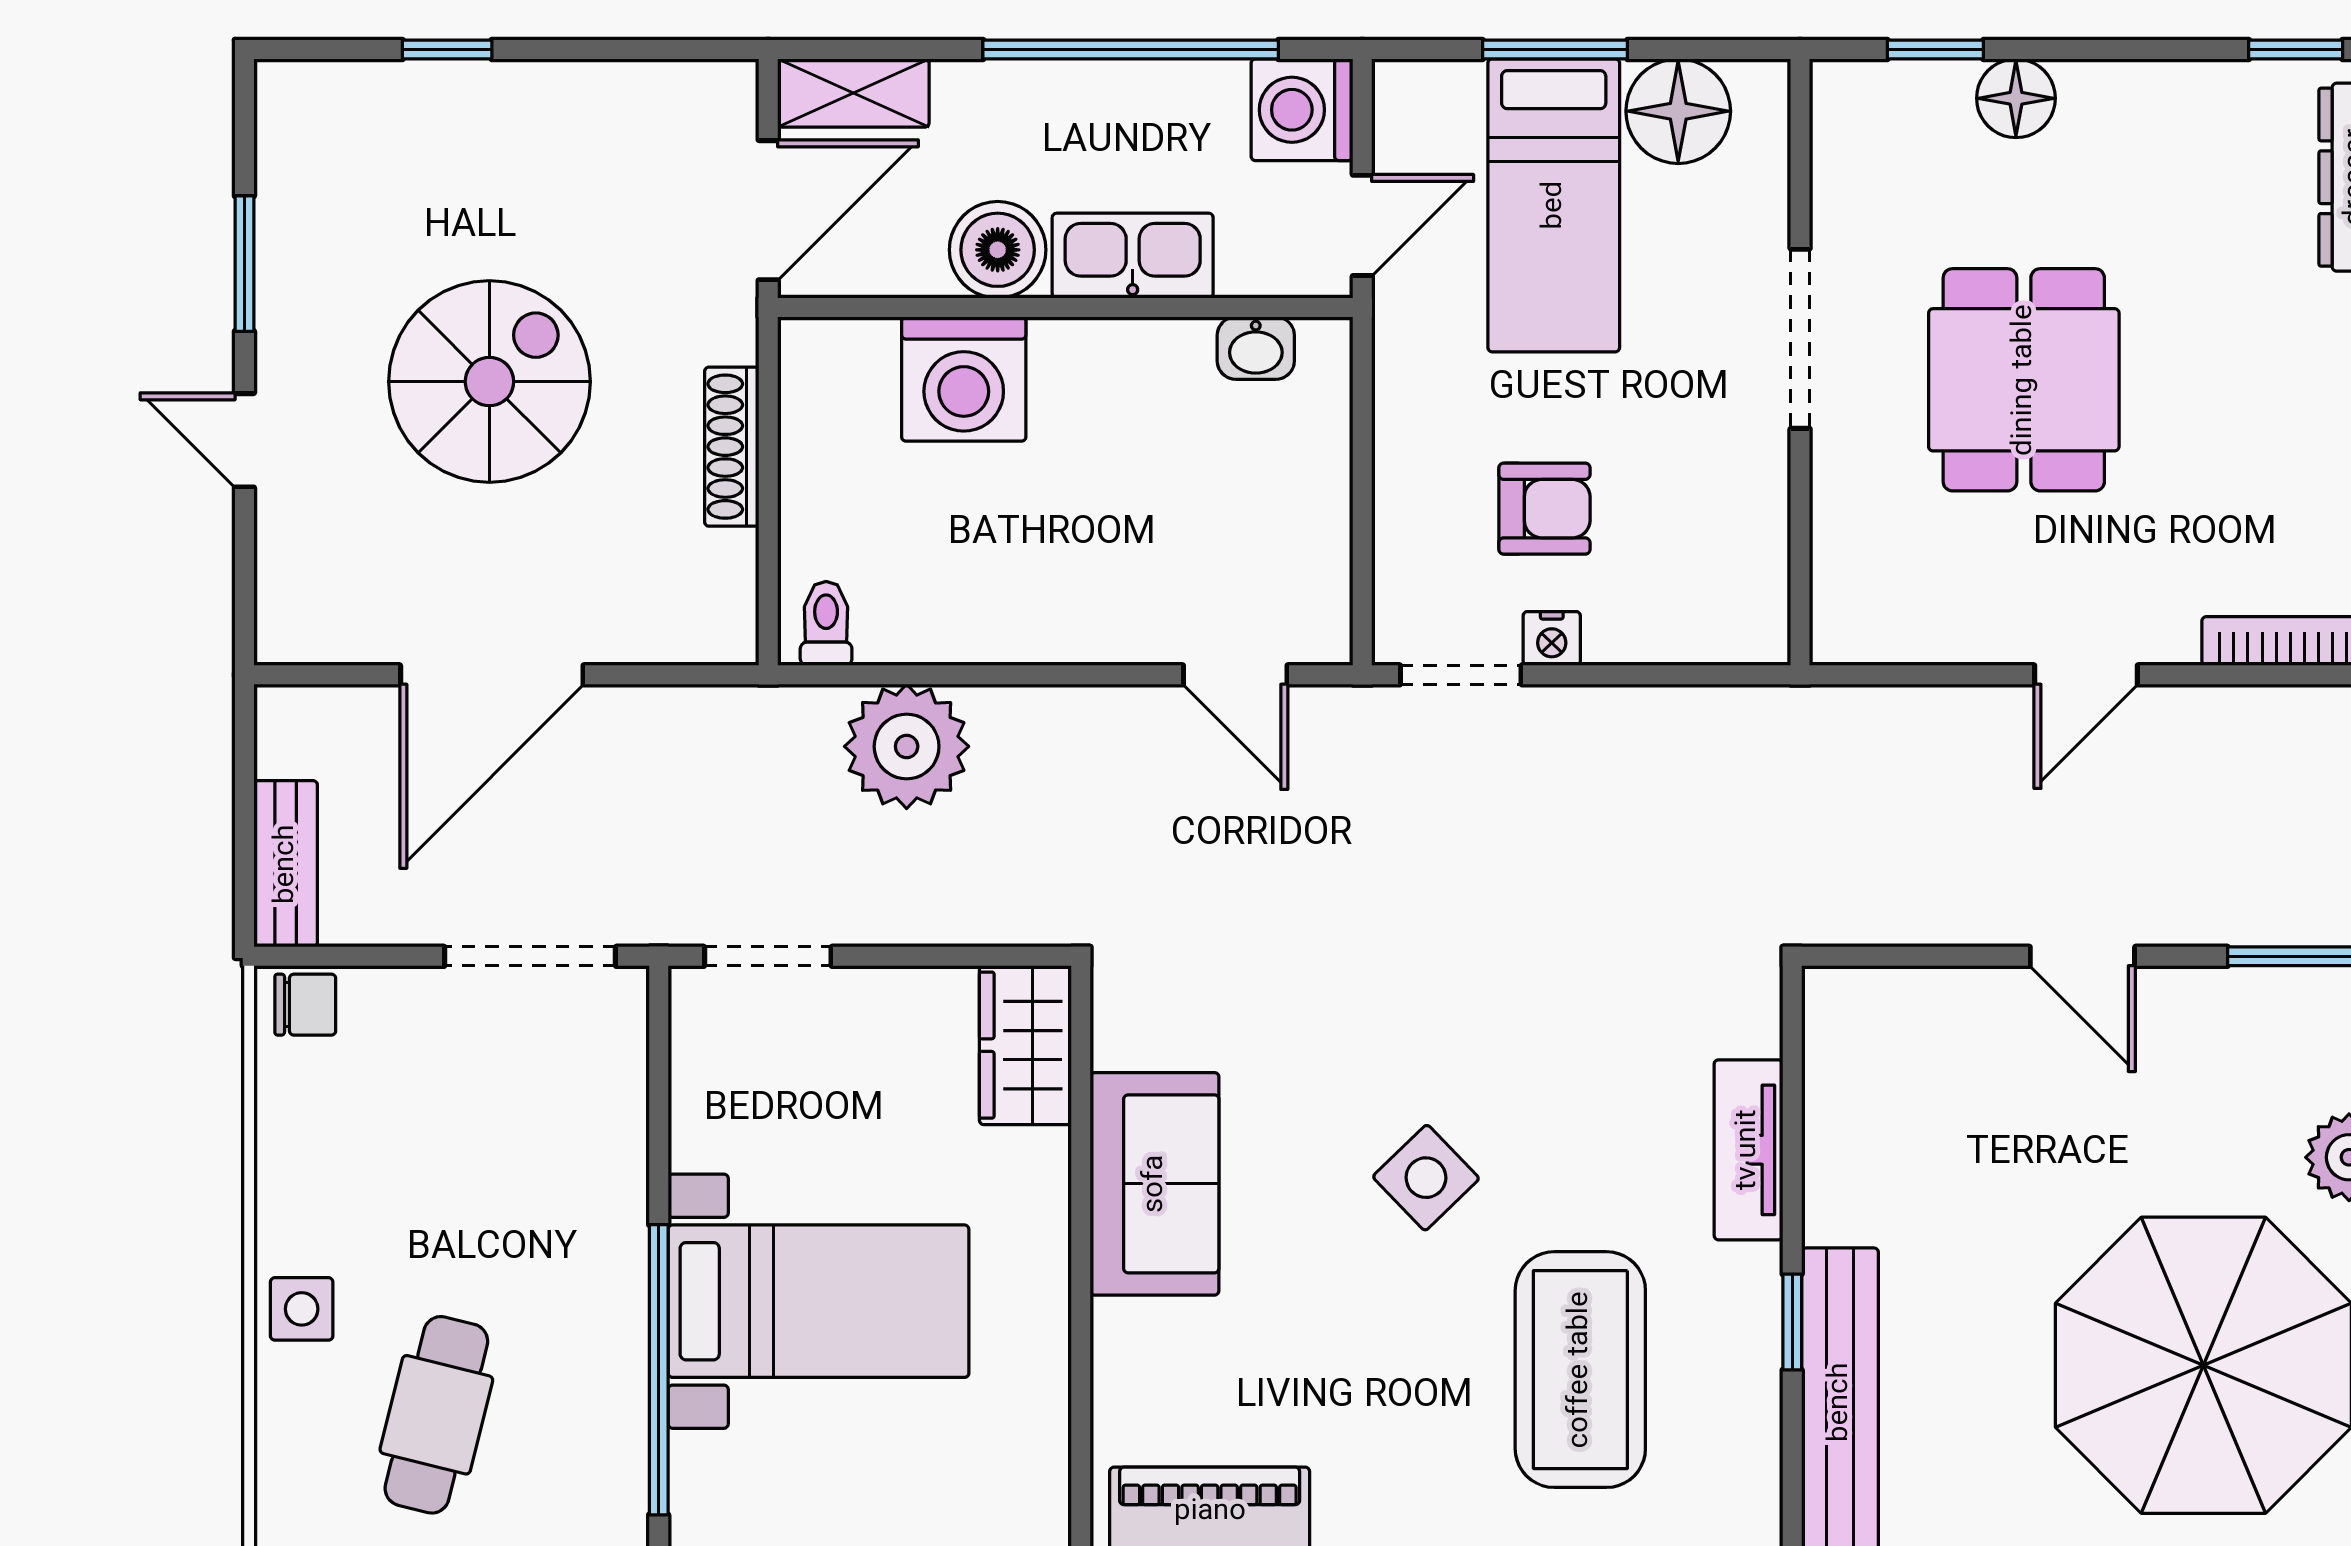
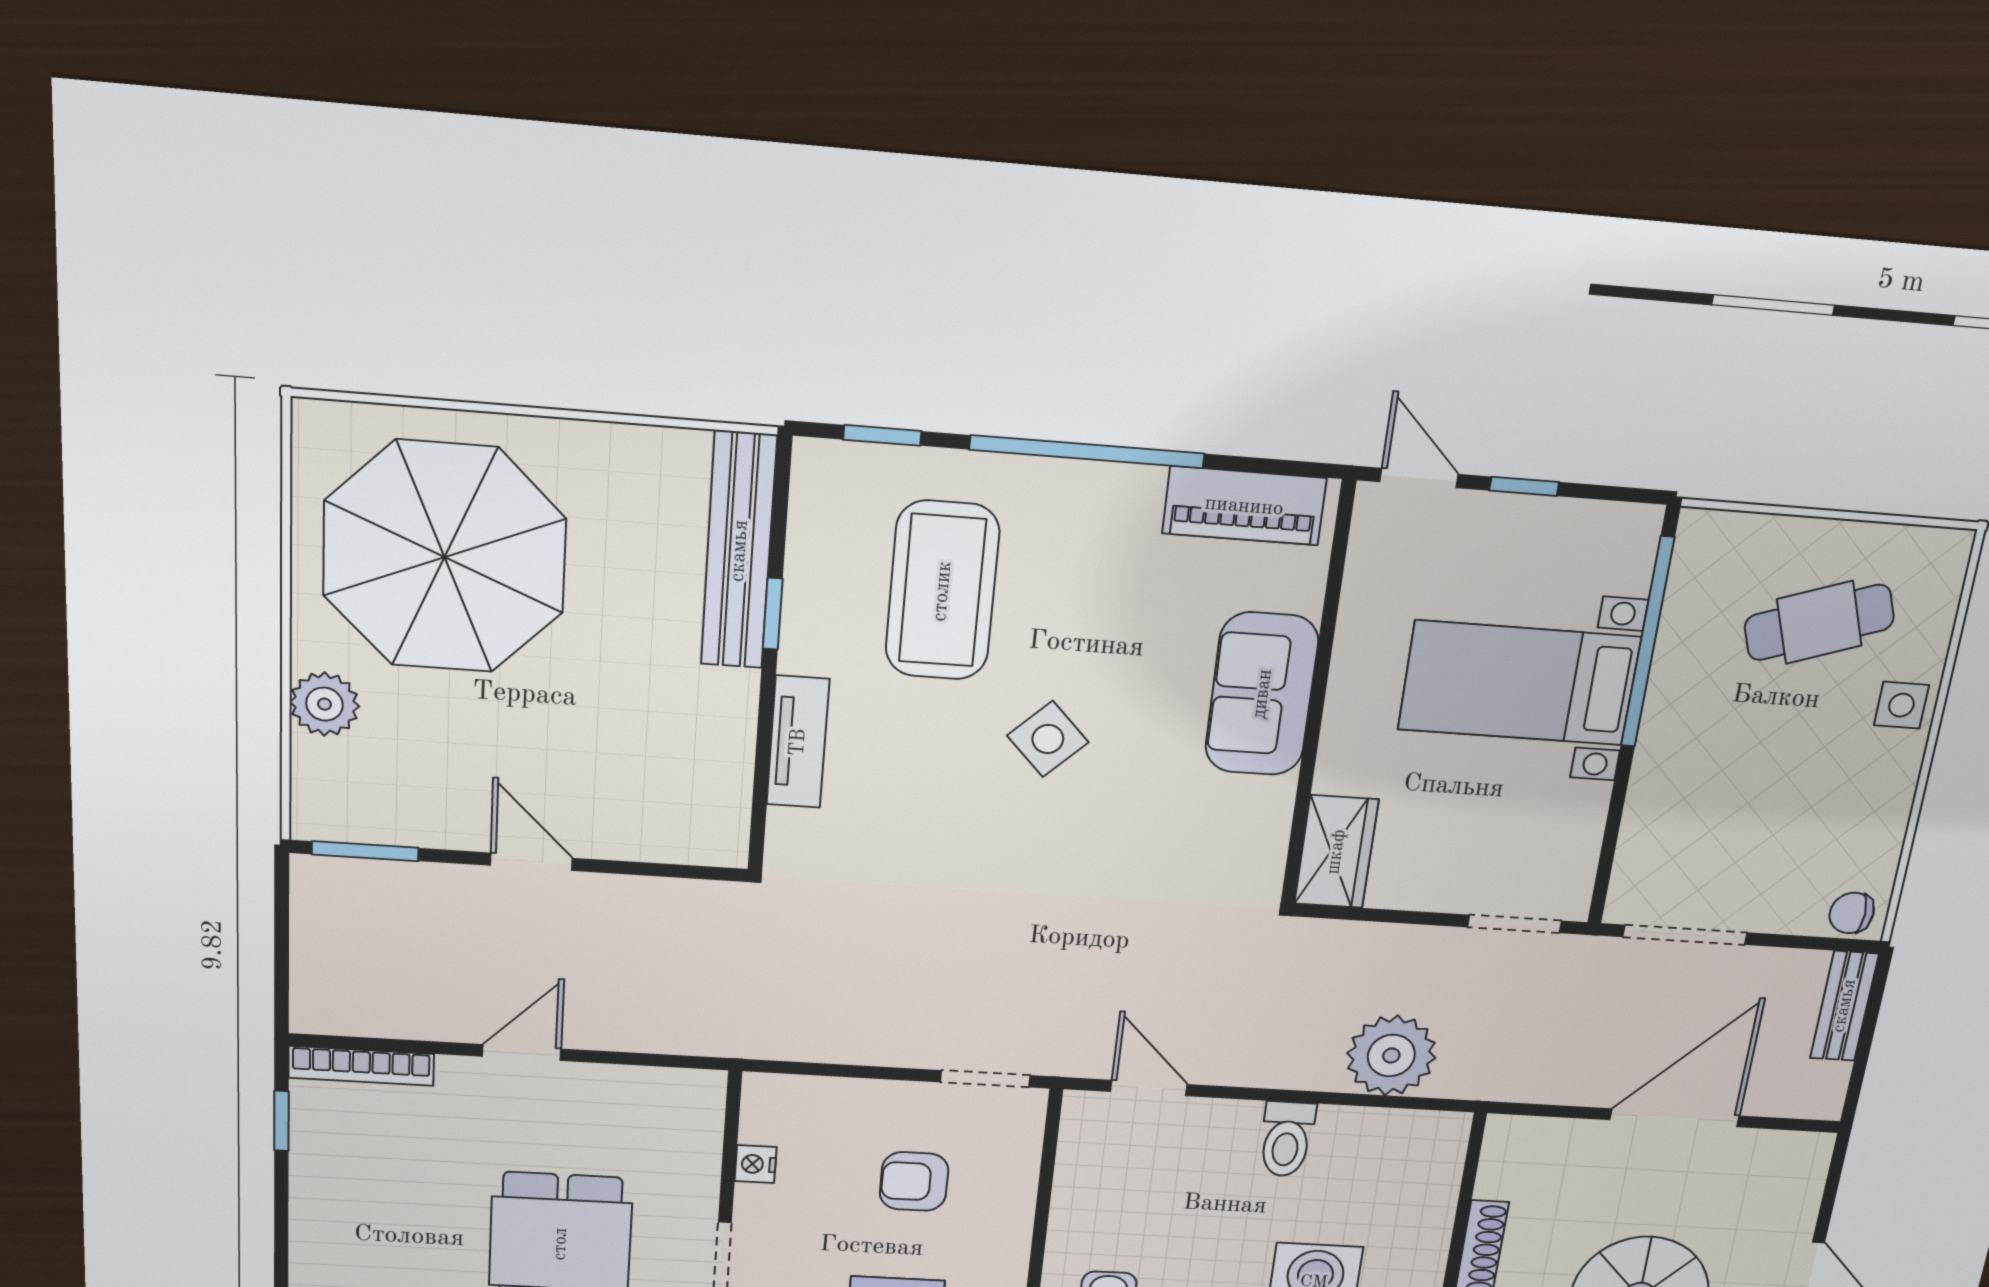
toilet: (826, 623) -> (1287, 1139), moved, width x1.37, depth x1.39
nightstand: (1552, 638) -> (756, 1164), moved, turned -90
sofa: (1155, 1184) -> (1262, 694), moved
cafe table: (436, 1415) -> (1819, 622), turned 57

